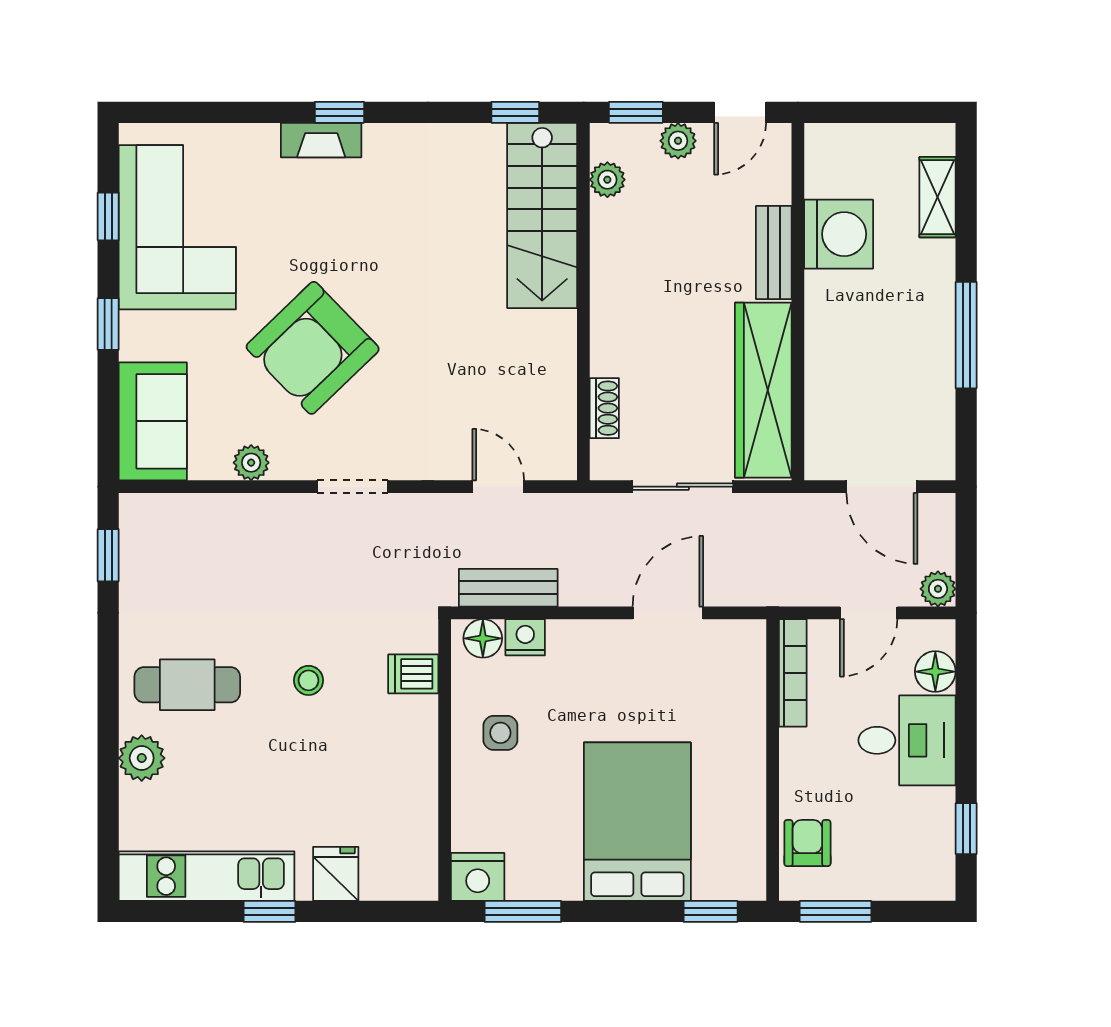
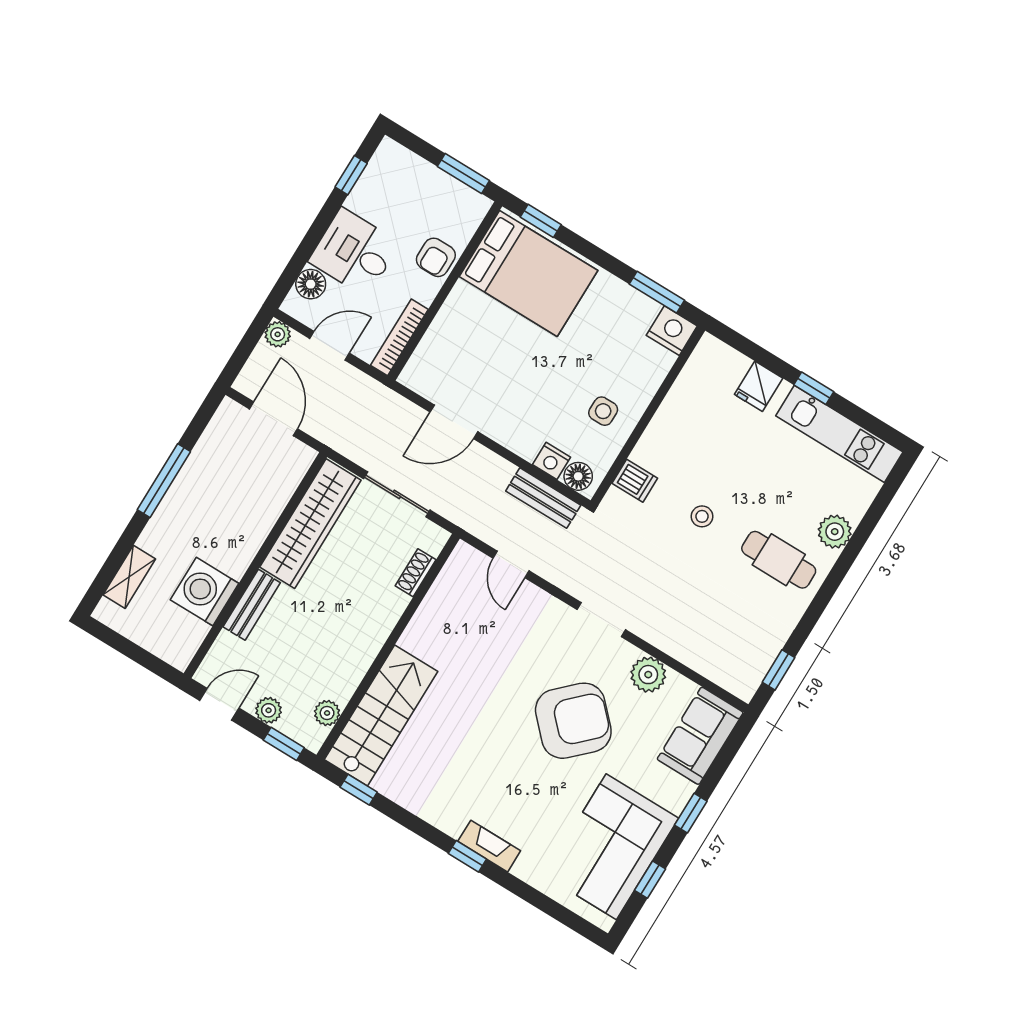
plant: (251, 463) -> (648, 675), width x1.38, depth x1.38
bed: (637, 822) -> (528, 274), moved, turned -90
armchair: (807, 843) -> (436, 257), moved

